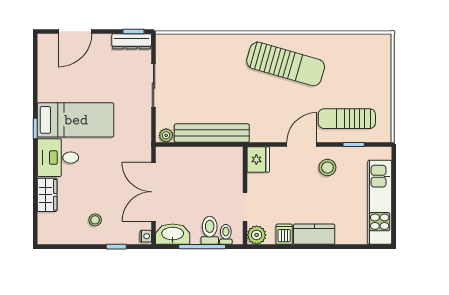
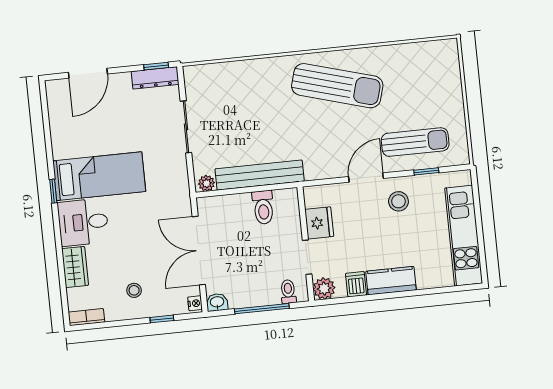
sun lounger: (347, 119) -> (415, 142), turned 180
fridge: (258, 159) -> (319, 223), moved
toilet: (210, 230) -> (263, 207), moved, turned 180
washbasin: (173, 234) -> (217, 302), width x0.52, depth x0.69
bookcase: (52, 238) -> (86, 317), added

